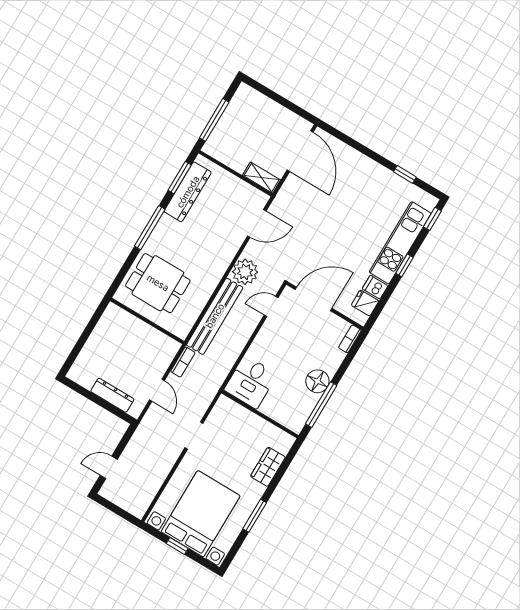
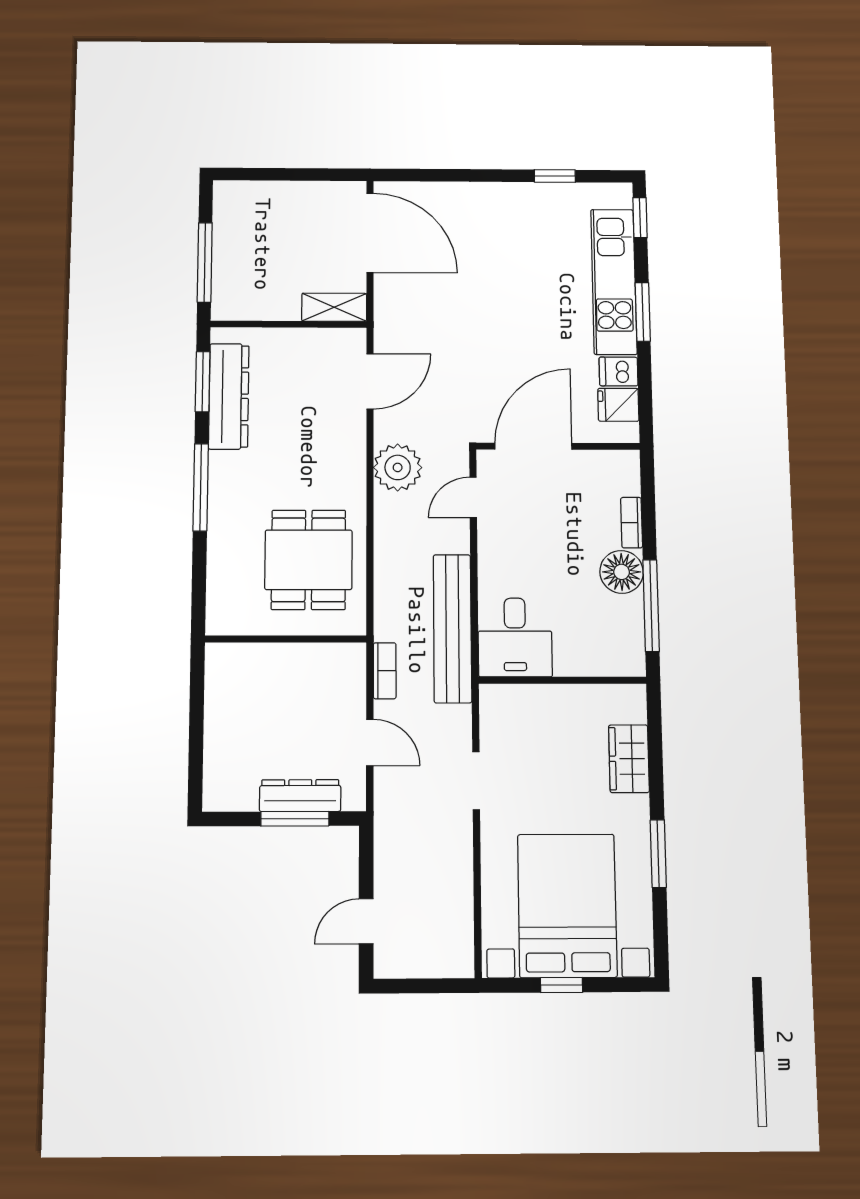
window: (405, 265) -> (643, 312), width x1.50
dining table: (158, 283) -> (308, 560), moved, turned 90
bench: (215, 316) -> (452, 628), moved
bookcase: (350, 339) -> (632, 523), moved
window: (104, 404) -> (295, 819), added

